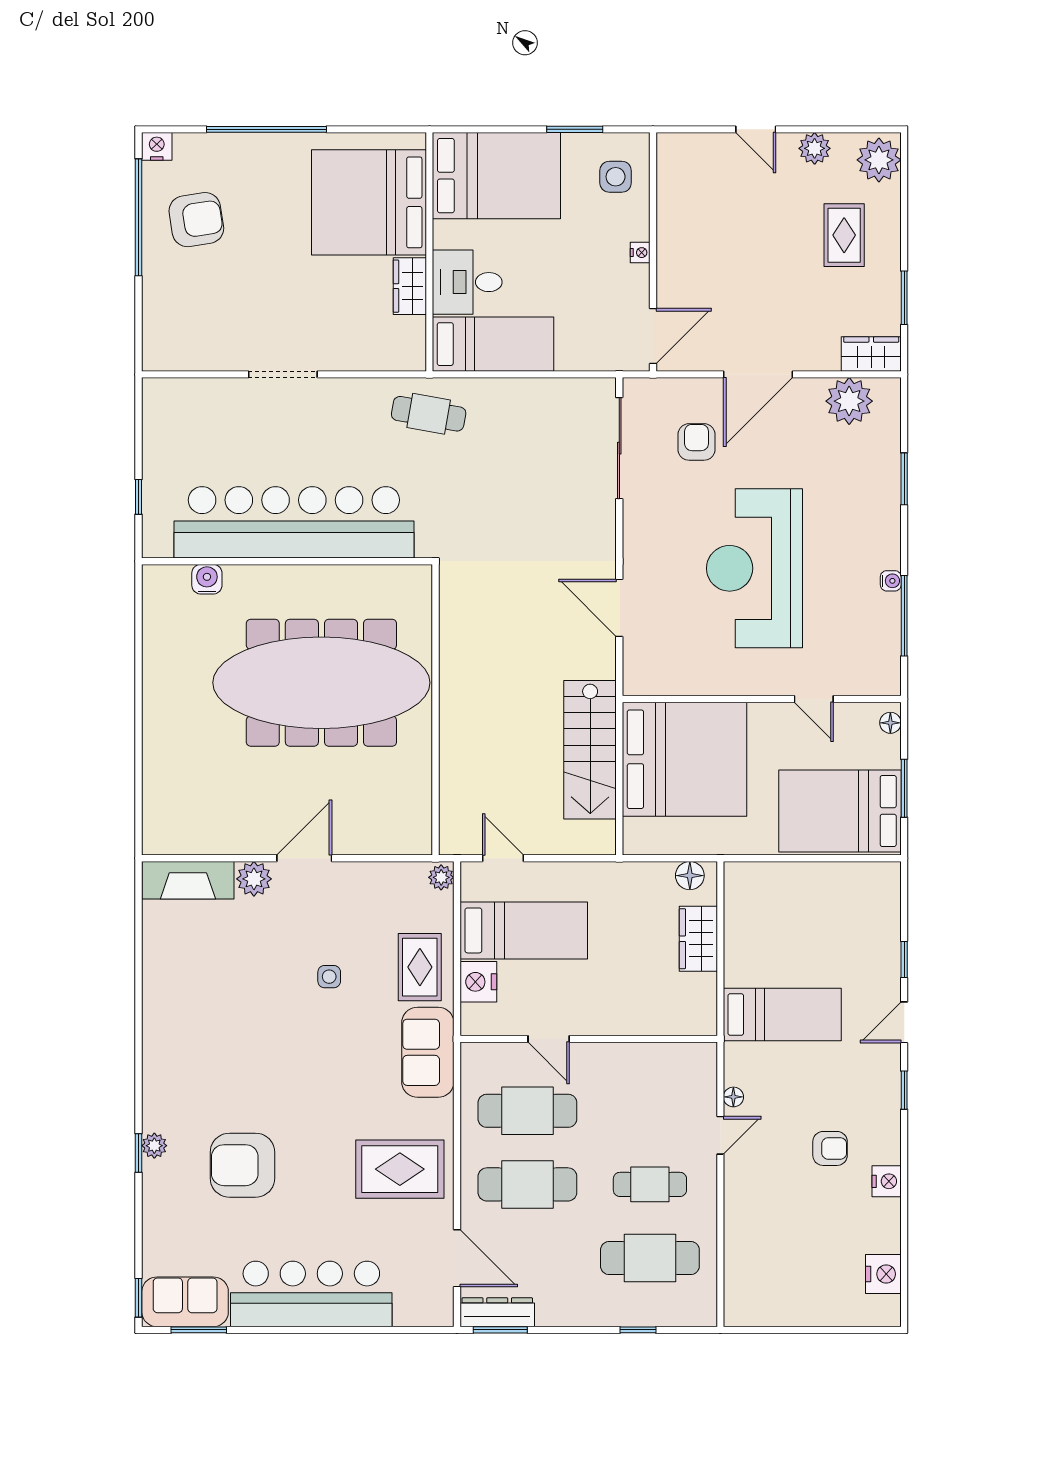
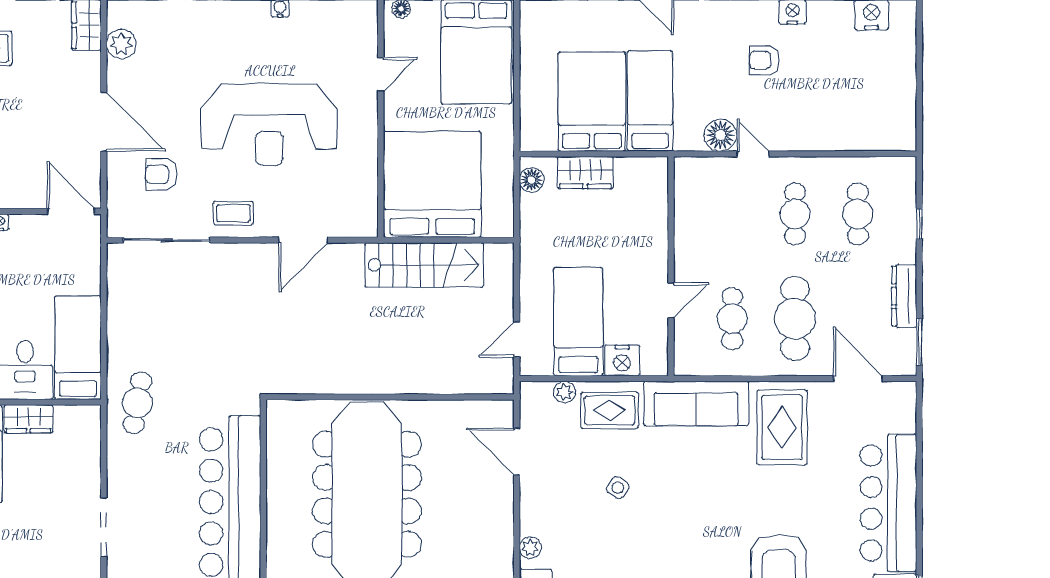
plant: (849, 401) -> (121, 44), width x0.73, depth x0.73
coffee table: (651, 526) -> (233, 213), added
door: (304, 858) -> (517, 452), moved
plant: (441, 877) -> (565, 392), moved
plant: (254, 879) -> (530, 548), width x0.73, depth x0.73
bed: (782, 946) -> (592, 102), added
side table: (329, 977) -> (618, 488), turned 35
sofa: (428, 1052) -> (696, 403), width x1.36
floor lamp: (733, 1097) -> (720, 135), width x1.89, depth x1.89
cafe table: (527, 1111) -> (732, 318), width x0.73, depth x0.74
armchair: (830, 1148) -> (764, 60), turned -90
door: (457, 1258) -> (858, 379), hinge flipped
cafe table: (650, 1258) -> (858, 214), width x0.73, depth x0.74
dresser: (497, 1312) -> (904, 296), moved

